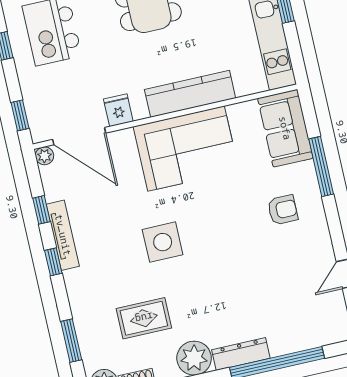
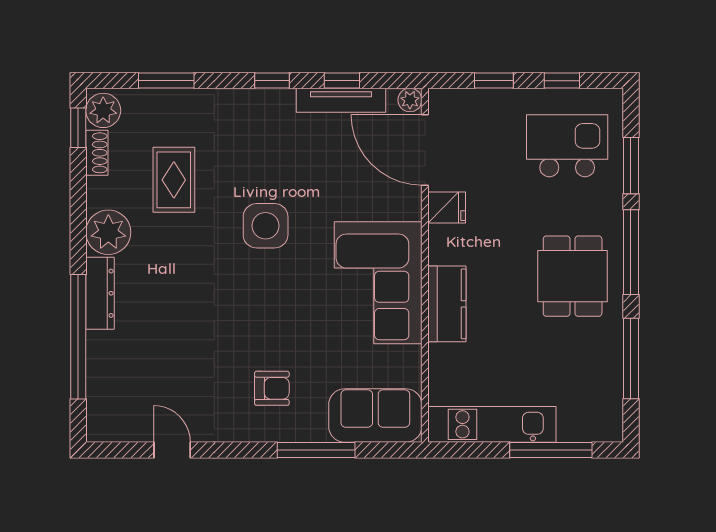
kitchen counter: (190, 94) -> (447, 304), width x0.67
window: (20, 115) -> (494, 81), moved
door: (79, 136) -> (425, 150), hinge flipped
armchair: (283, 210) -> (272, 388), turned -90
tv unit: (63, 235) -> (341, 100), moved

